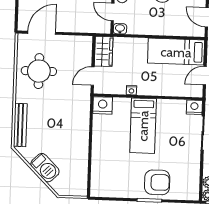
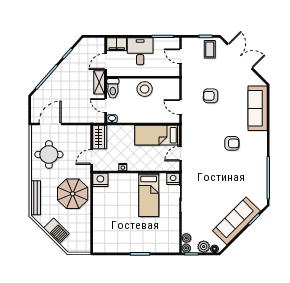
parasol: (67, 122) -> (73, 194), added
bed: (143, 126) -> (149, 195), moved
armchair: (157, 182) -> (146, 239), removed

